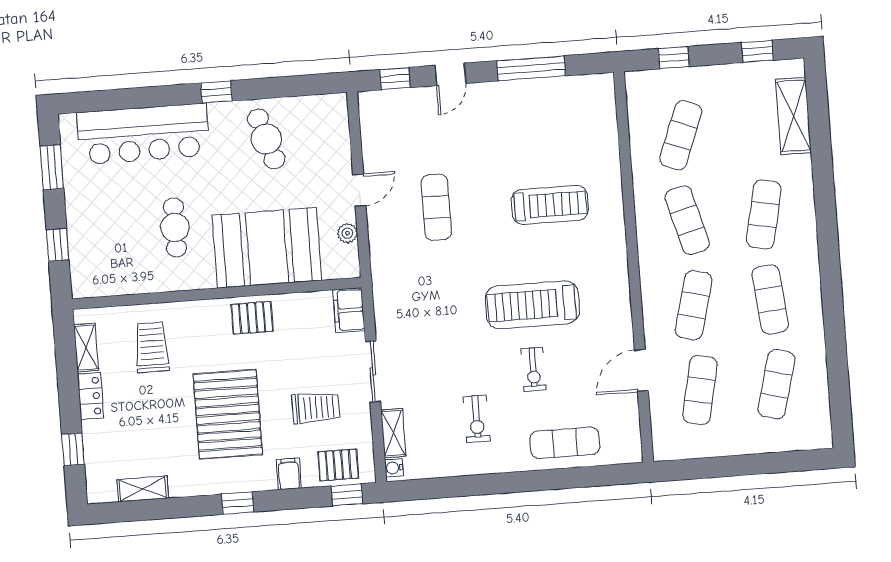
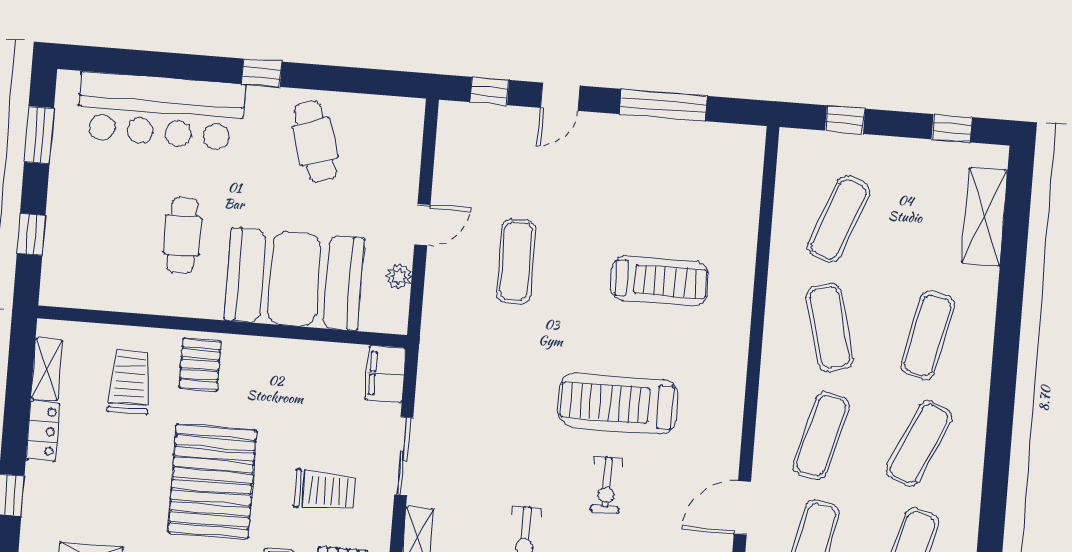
exercise mat: (770, 299) -> (919, 444), turned 30
pallet: (252, 318) -> (200, 365), moved, turned 90

